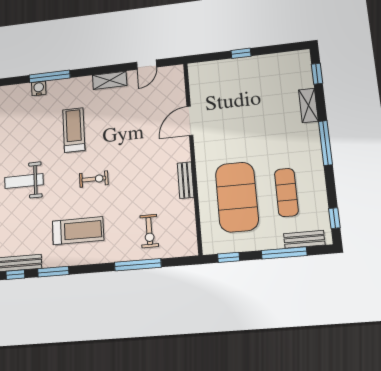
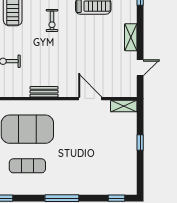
door: (147, 65) -> (140, 68), swing flipped
shelving: (308, 105) -> (124, 106), moved

